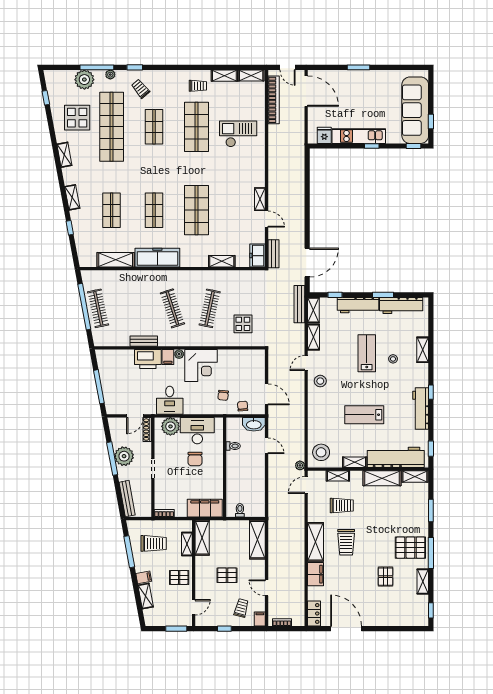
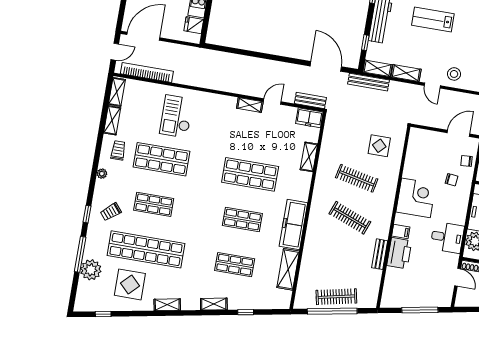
plant: (110, 75) -> (102, 174), moved
clothes rail: (172, 308) -> (350, 218), turned 39
plant: (179, 354) -> (400, 219), removed

